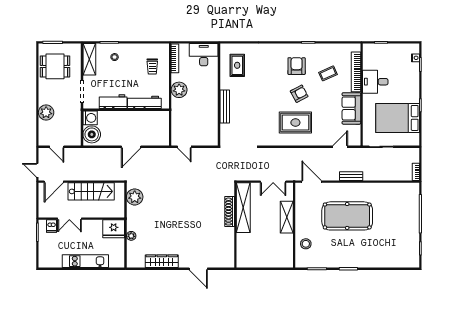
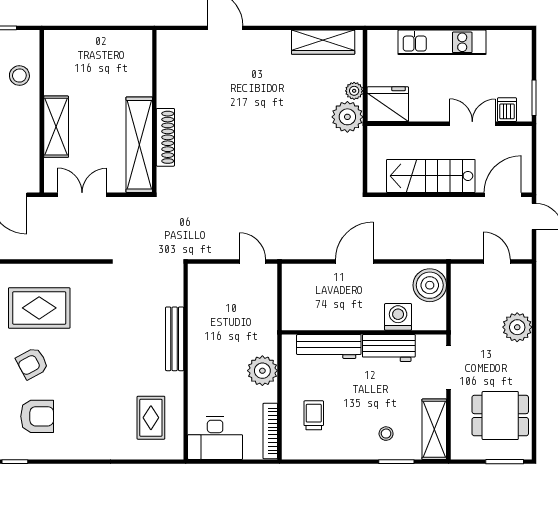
armchair: (297, 66) -> (37, 416), turned -90
washing machine: (90, 118) -> (398, 317), moved, turned 90
plant: (135, 197) -> (347, 117), moved
wardrobe: (162, 261) -> (323, 42), moved

